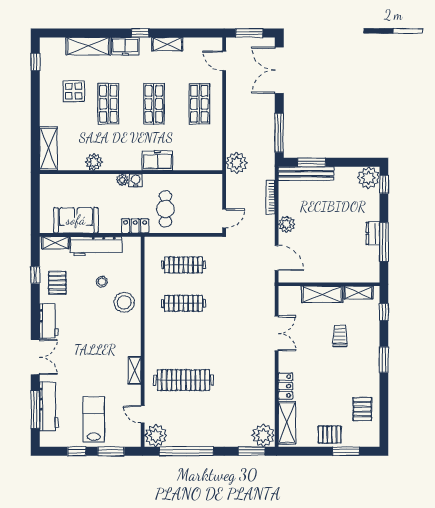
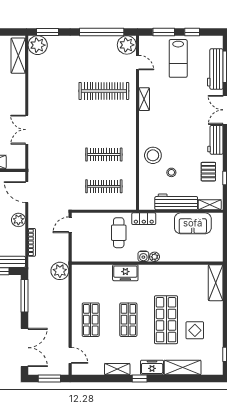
shop shelf: (108, 104) -> (166, 320), width x1.43, depth x1.36
plant: (94, 162) -> (178, 272), removed
locker: (285, 386) -> (19, 86), removed

